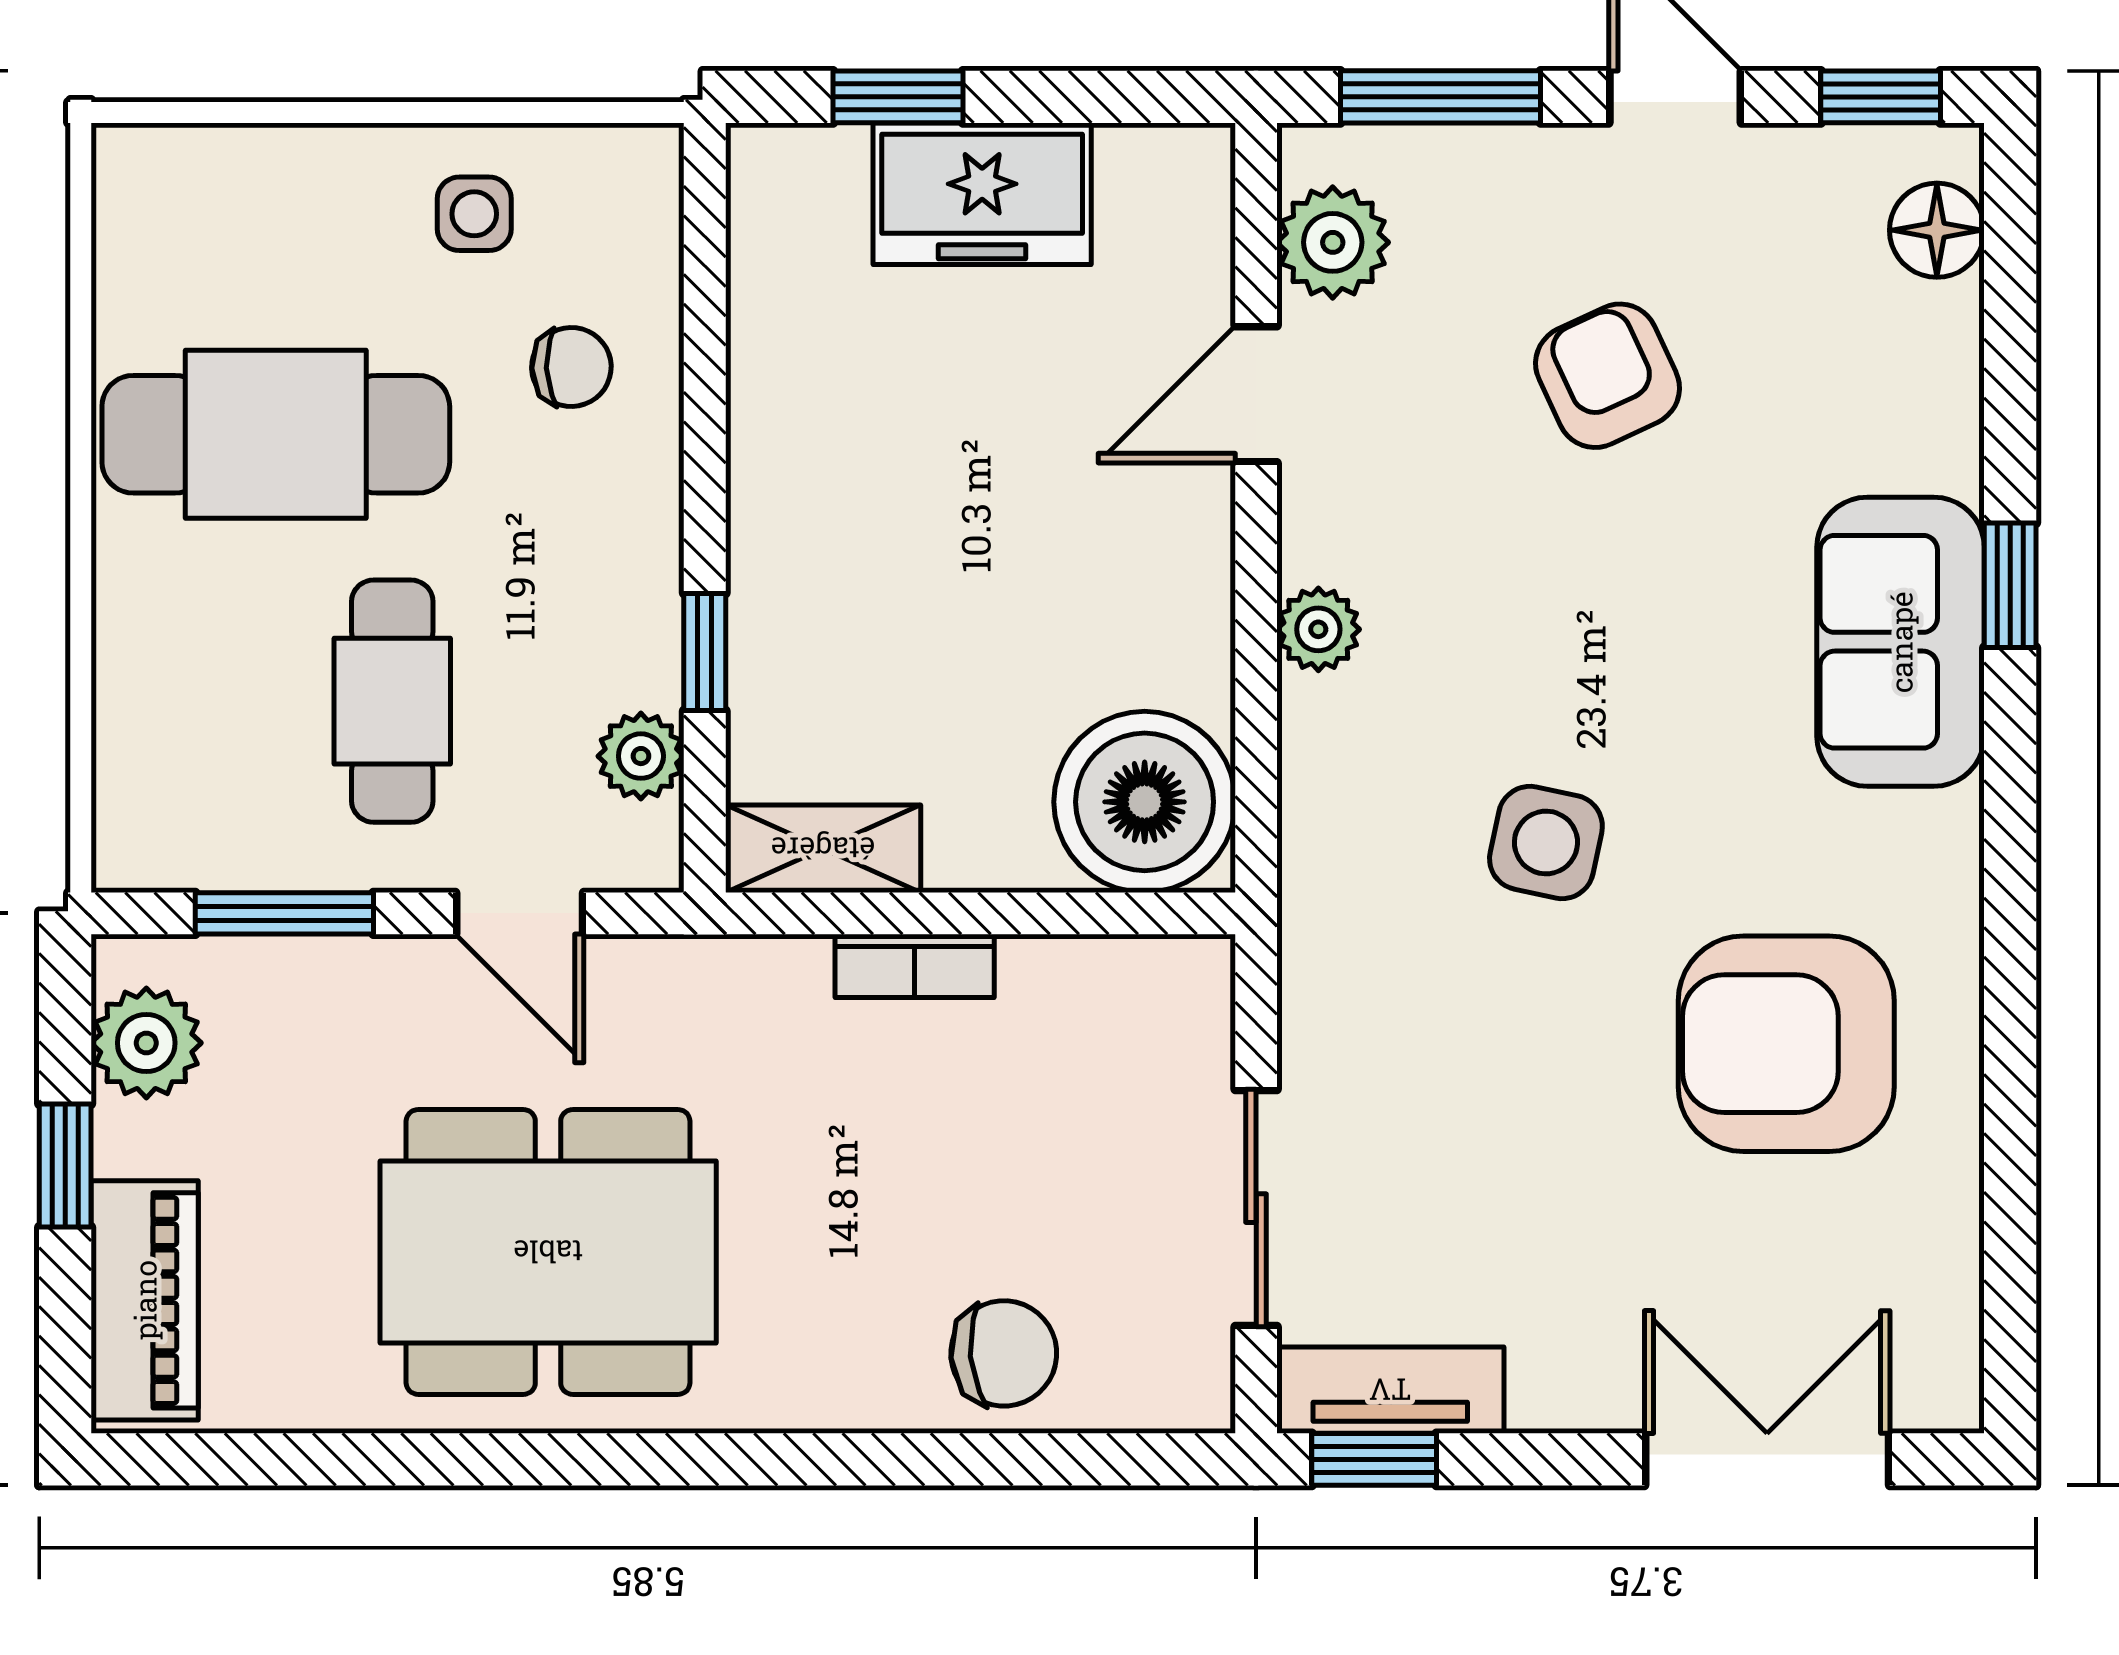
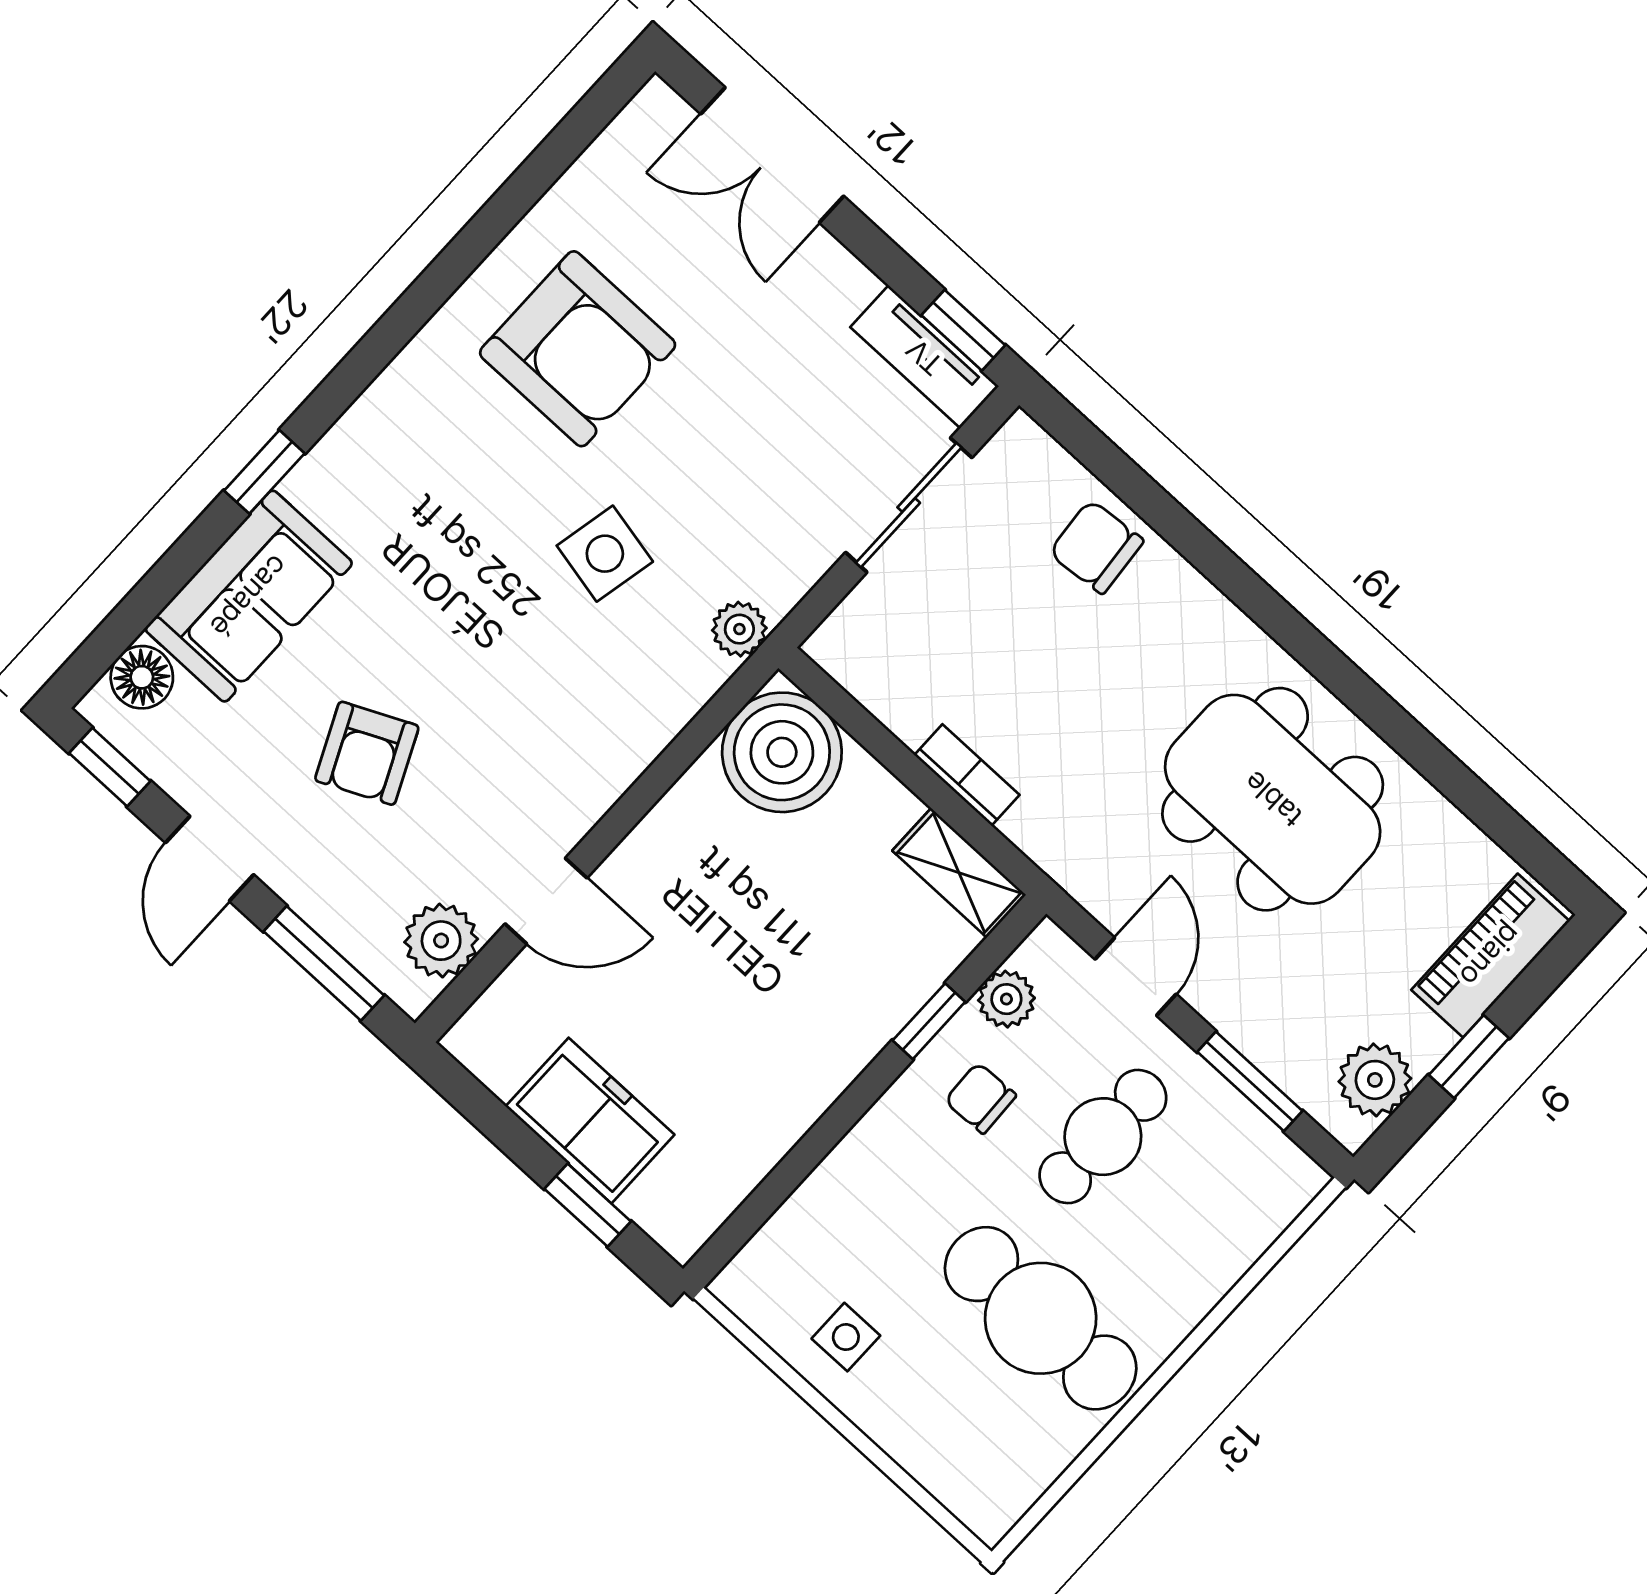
chair: (571, 367) -> (980, 1098), moved
plant: (1318, 629) -> (739, 629), moved
sofa: (1901, 642) -> (249, 596), moved

